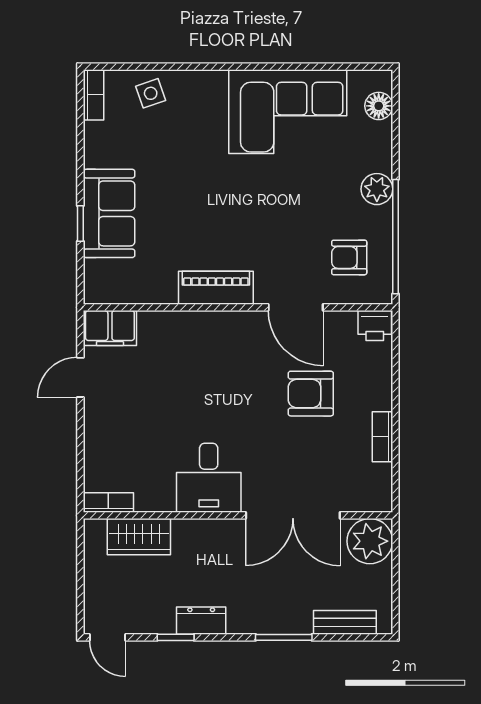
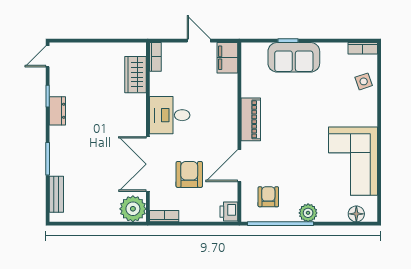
desk: (209, 478) -> (170, 115), moved
bookcase: (108, 502) -> (155, 57), moved
wall: (238, 515) -> (148, 132), moved
double door: (293, 515) -> (148, 164), moved
wardrobe: (139, 537) -> (135, 75), moved
plant: (370, 541) -> (133, 209), moved

